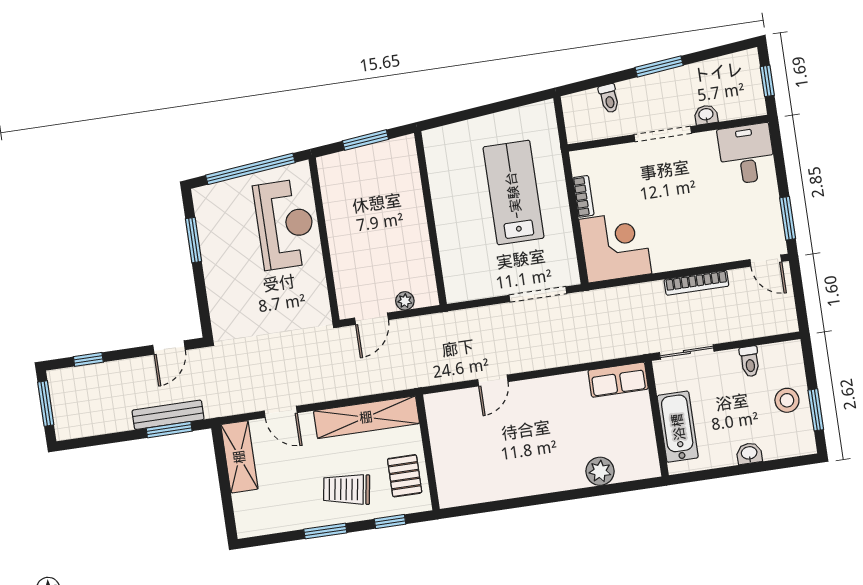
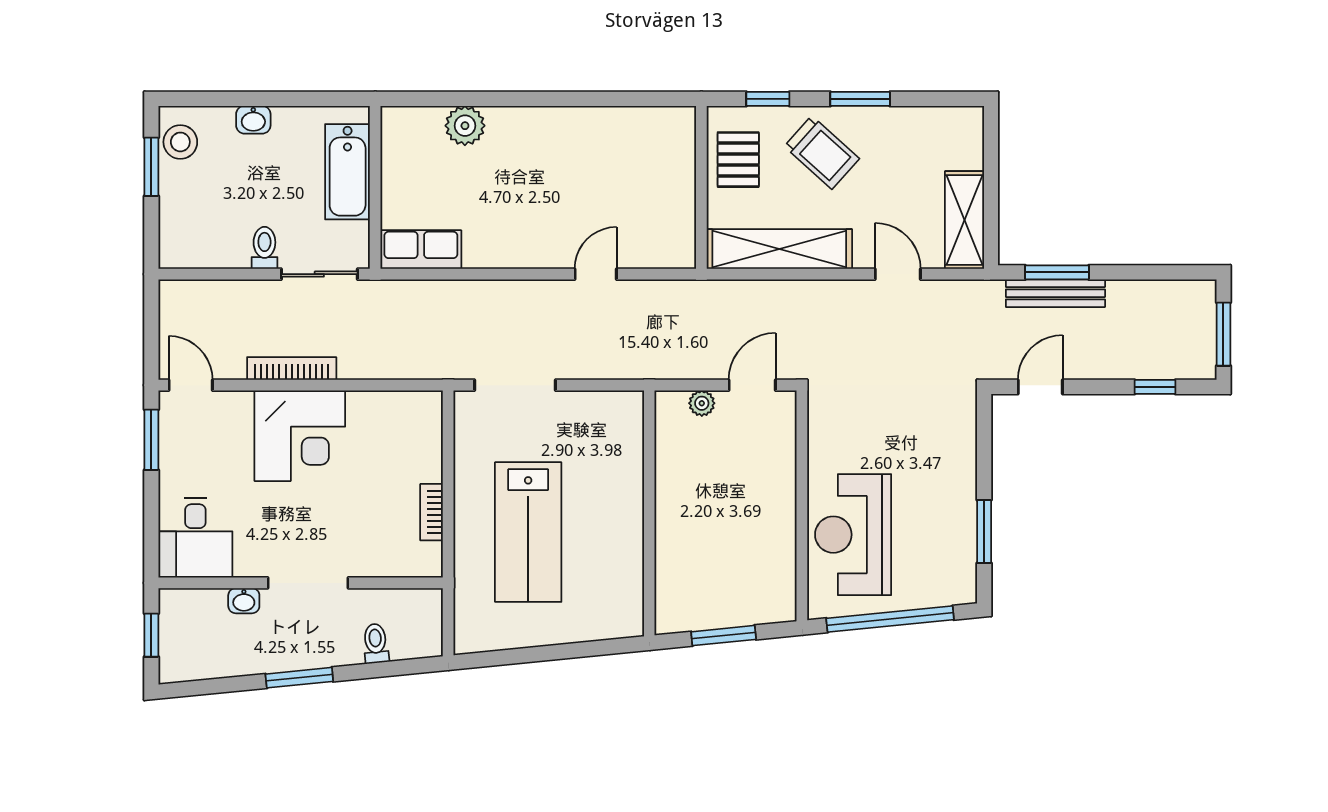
corner desk: (615, 247) -> (300, 436), moved, turned -90
toilet: (750, 361) -> (264, 248), moved
stool: (787, 400) -> (180, 142), moved
trolley: (347, 489) -> (822, 152), turned 33

